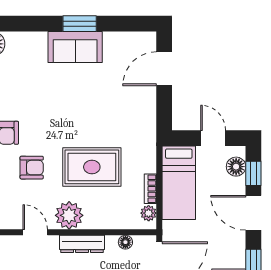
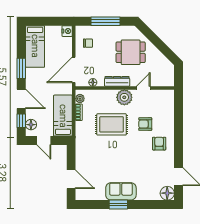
door: (164, 69) -> (71, 179), hinge flipped
door: (35, 232) -> (143, 88), swing flipped

